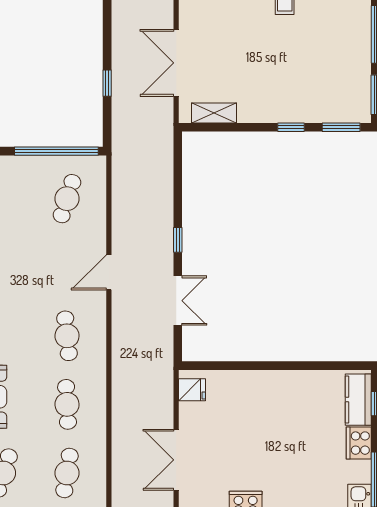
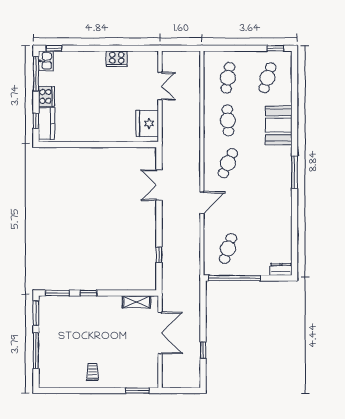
window: (107, 83) -> (203, 350), moved
window: (178, 240) -> (159, 255), moved
cafe table: (67, 336) -> (228, 163), turned 30
fridge: (192, 390) -> (147, 123), width x1.88, depth x1.34
double door: (176, 460) -> (160, 86), width x0.73

